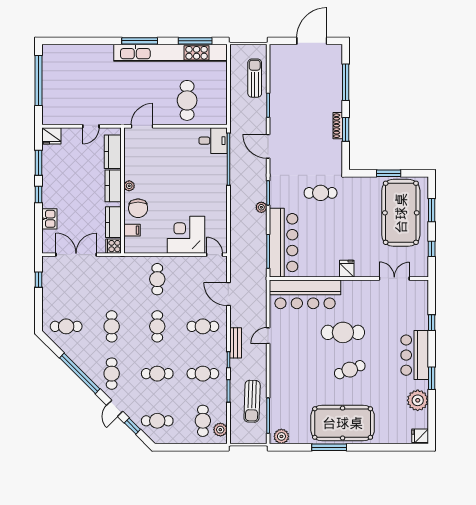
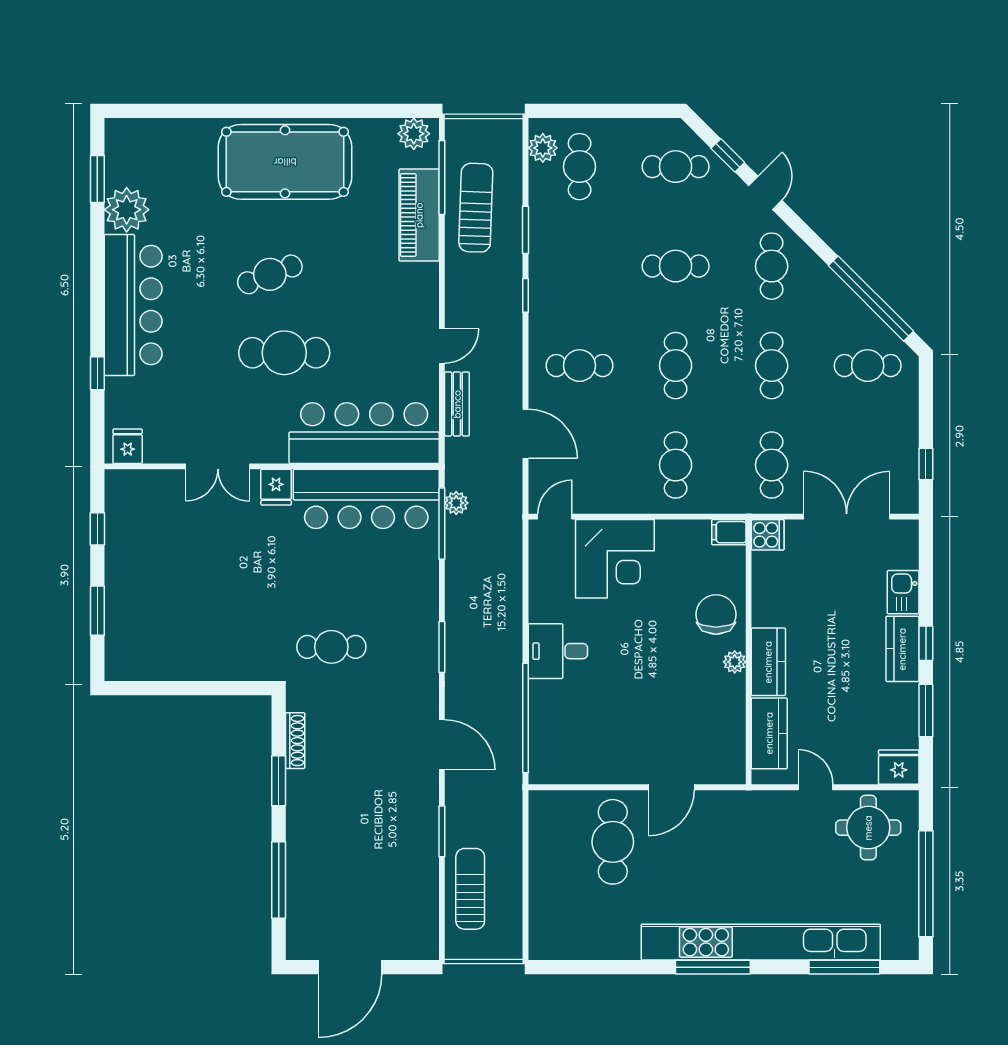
window: (195, 41) -> (844, 967), moved
kitchen unit: (170, 53) -> (761, 942), moved
sun lounger: (255, 78) -> (470, 889), turned 180
round table: (66, 107) -> (868, 828), added
door: (91, 126) -> (816, 787), hinge flipped
door: (142, 126) -> (671, 787), moved
shoe rack: (338, 126) -> (295, 741), moved
desk: (213, 141) -> (558, 651), moved
window: (389, 173) -> (188, 688), removed
plant: (261, 207) -> (456, 503), moved
pool table: (401, 213) -> (162, 605), removed
kitchen counter: (113, 222) -> (902, 649), moved, turned 180
filing cabinet: (132, 230) -> (729, 532), moved
bar counter: (284, 243) -> (366, 499), moved, turned -90
double door: (76, 255) -> (847, 517), swing flipped
door: (215, 255) -> (555, 517), swing flipped
double door: (394, 278) -> (218, 466), moved
bench: (236, 343) -> (457, 404), moved
bar counter: (415, 355) -> (133, 305), width x1.36
window: (80, 373) -> (871, 298), moved
cafe table: (203, 374) -> (772, 465), moved, turned 90
window: (432, 378) -> (97, 179), moved
piano: (279, 398) -> (419, 215), added
fridge: (420, 436) -> (128, 446), moved, turned -90
window: (329, 447) -> (313, 111), removed

